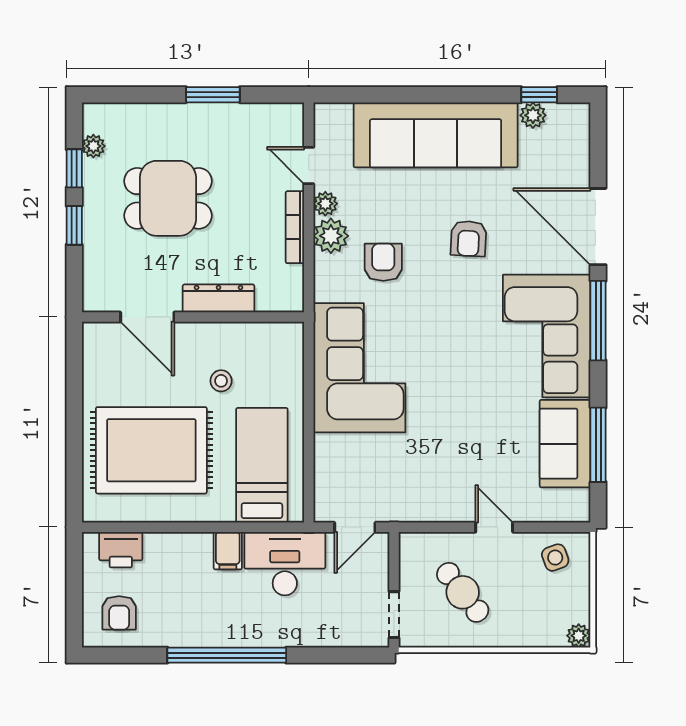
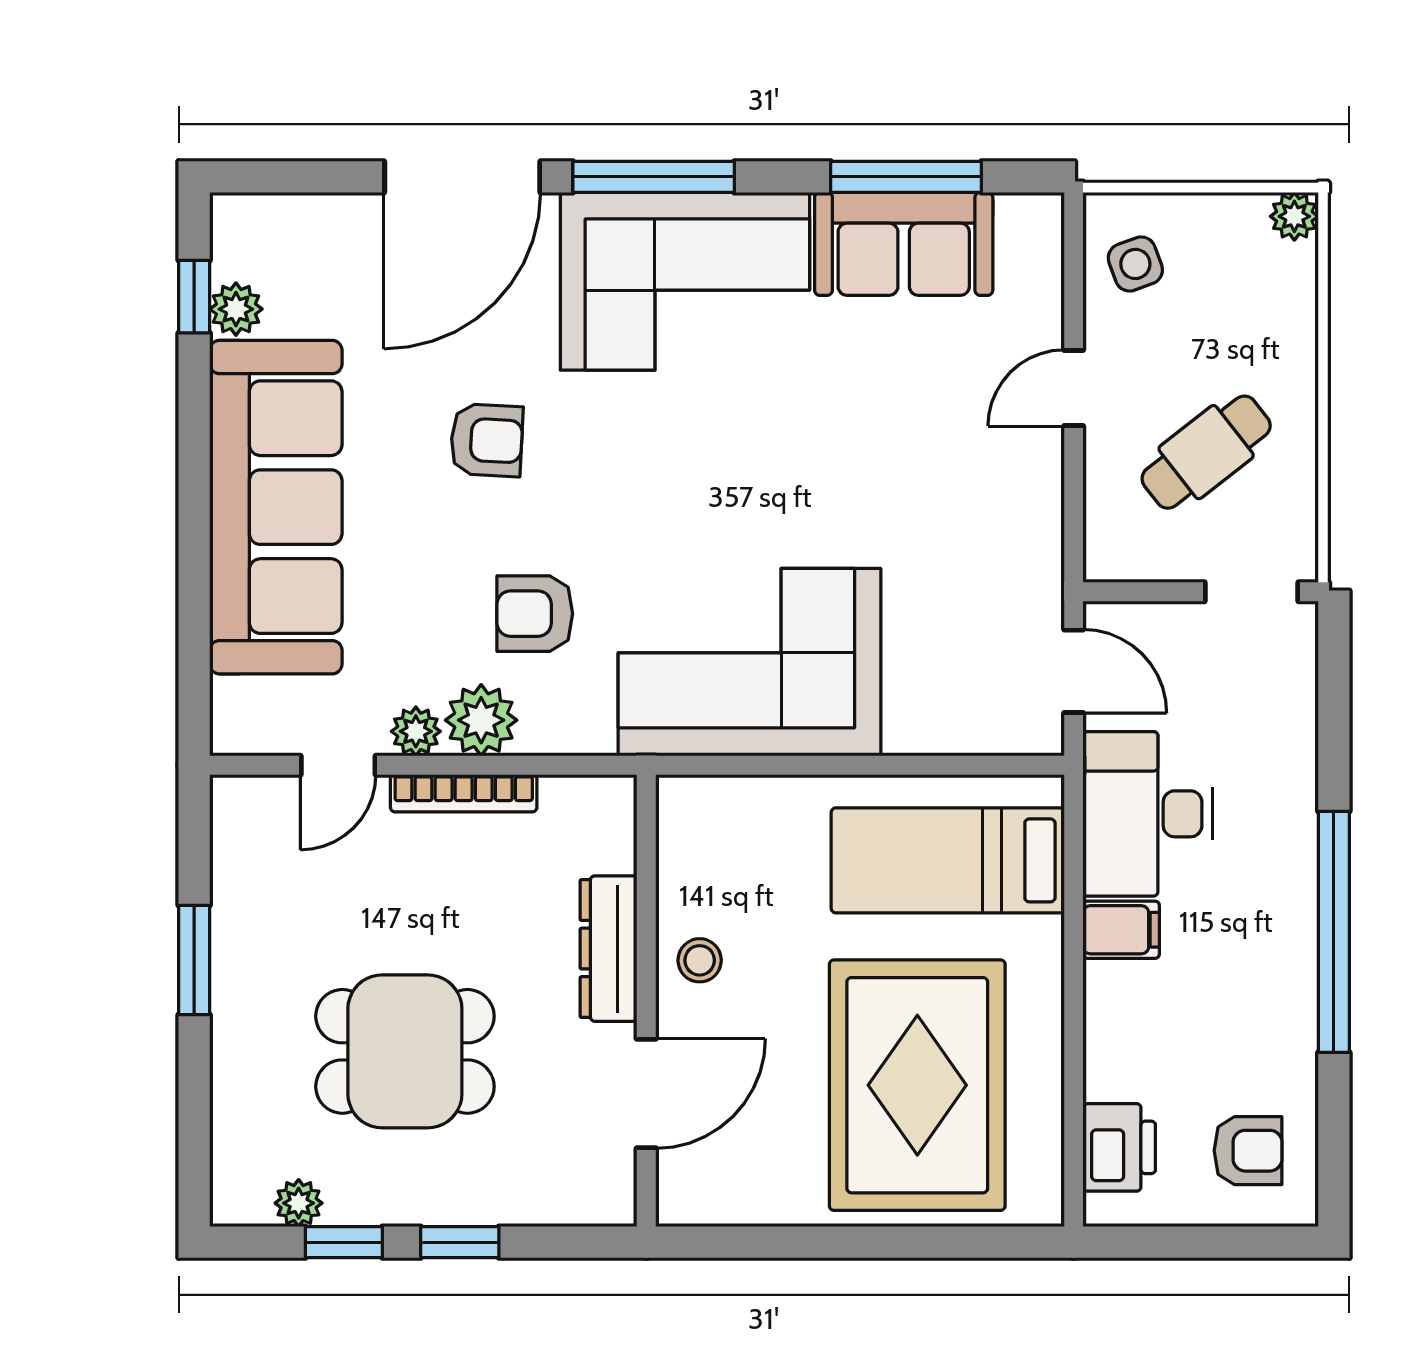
dining table: (168, 198) -> (405, 1051), turned 90
stool: (221, 381) -> (700, 960), moved

